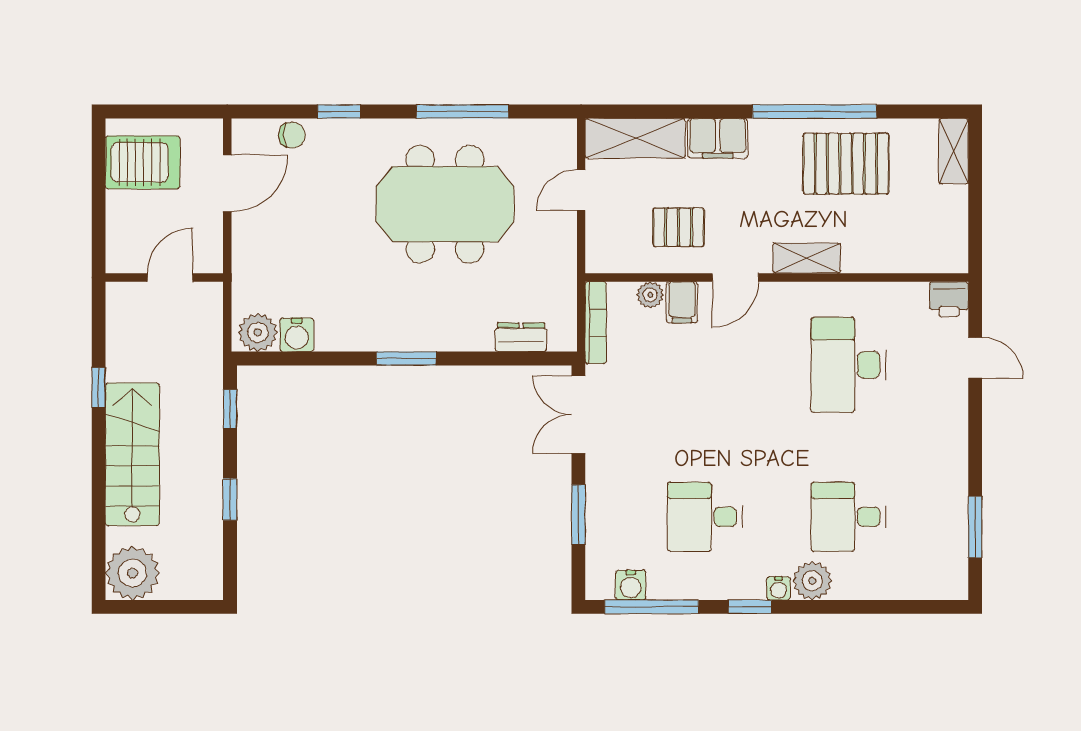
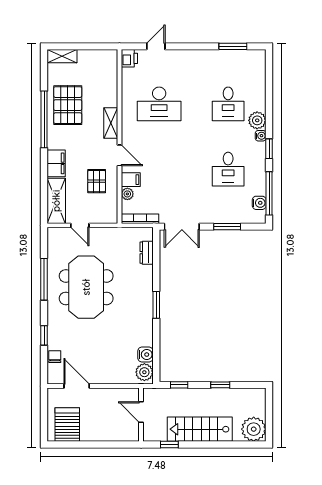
wall: (164, 278) -> (141, 415), moved
door: (170, 278) -> (141, 412), moved

